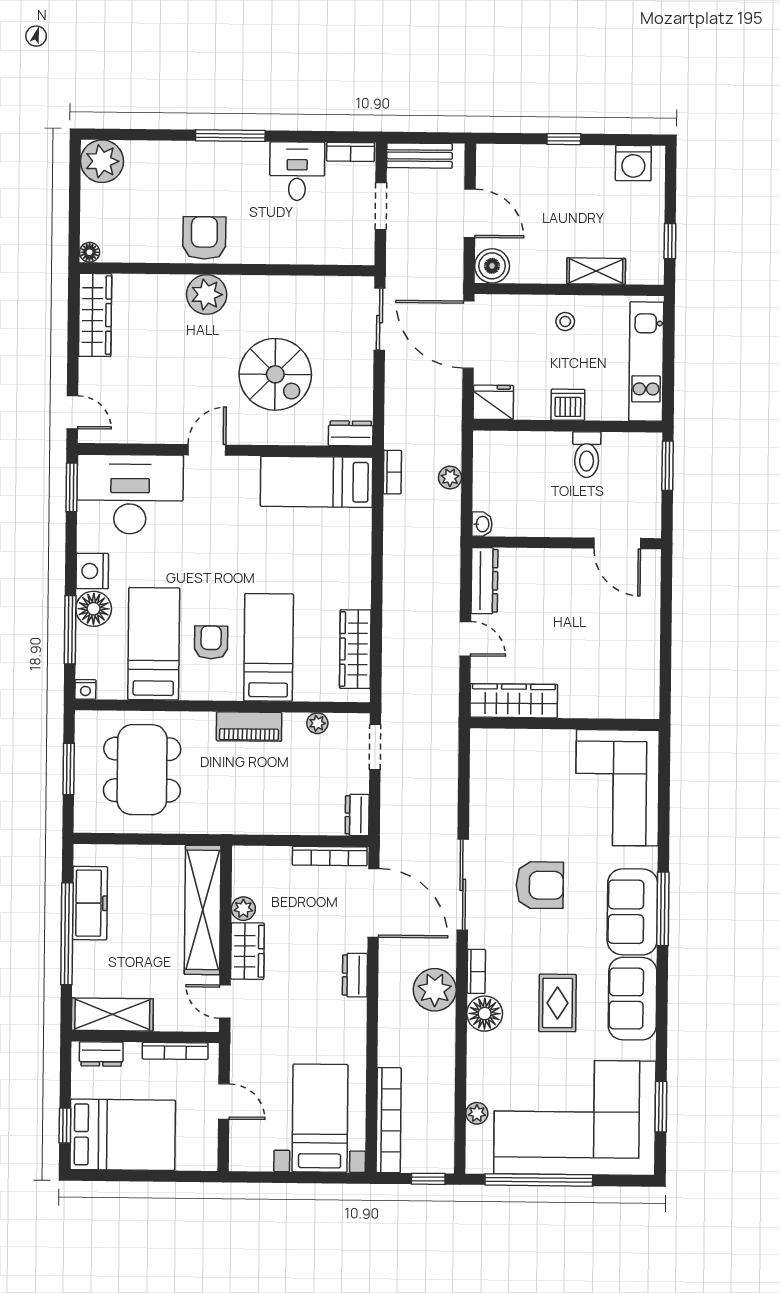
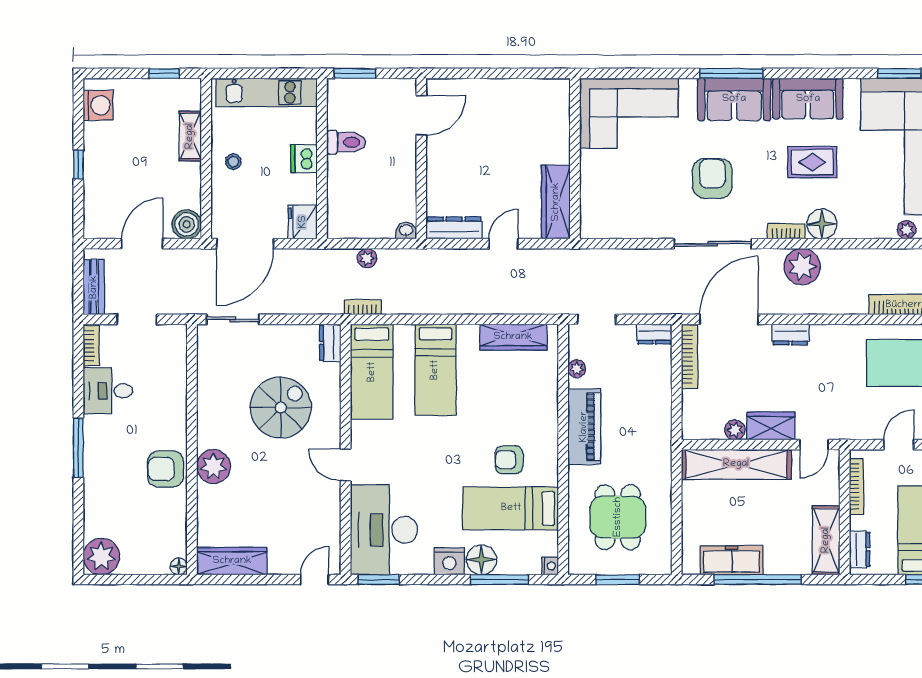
bed: (269, 647) -> (435, 370), moved, turned -90
piano: (249, 727) -> (584, 427), width x1.37, depth x1.33
dining table: (142, 770) -> (618, 517), width x0.73

